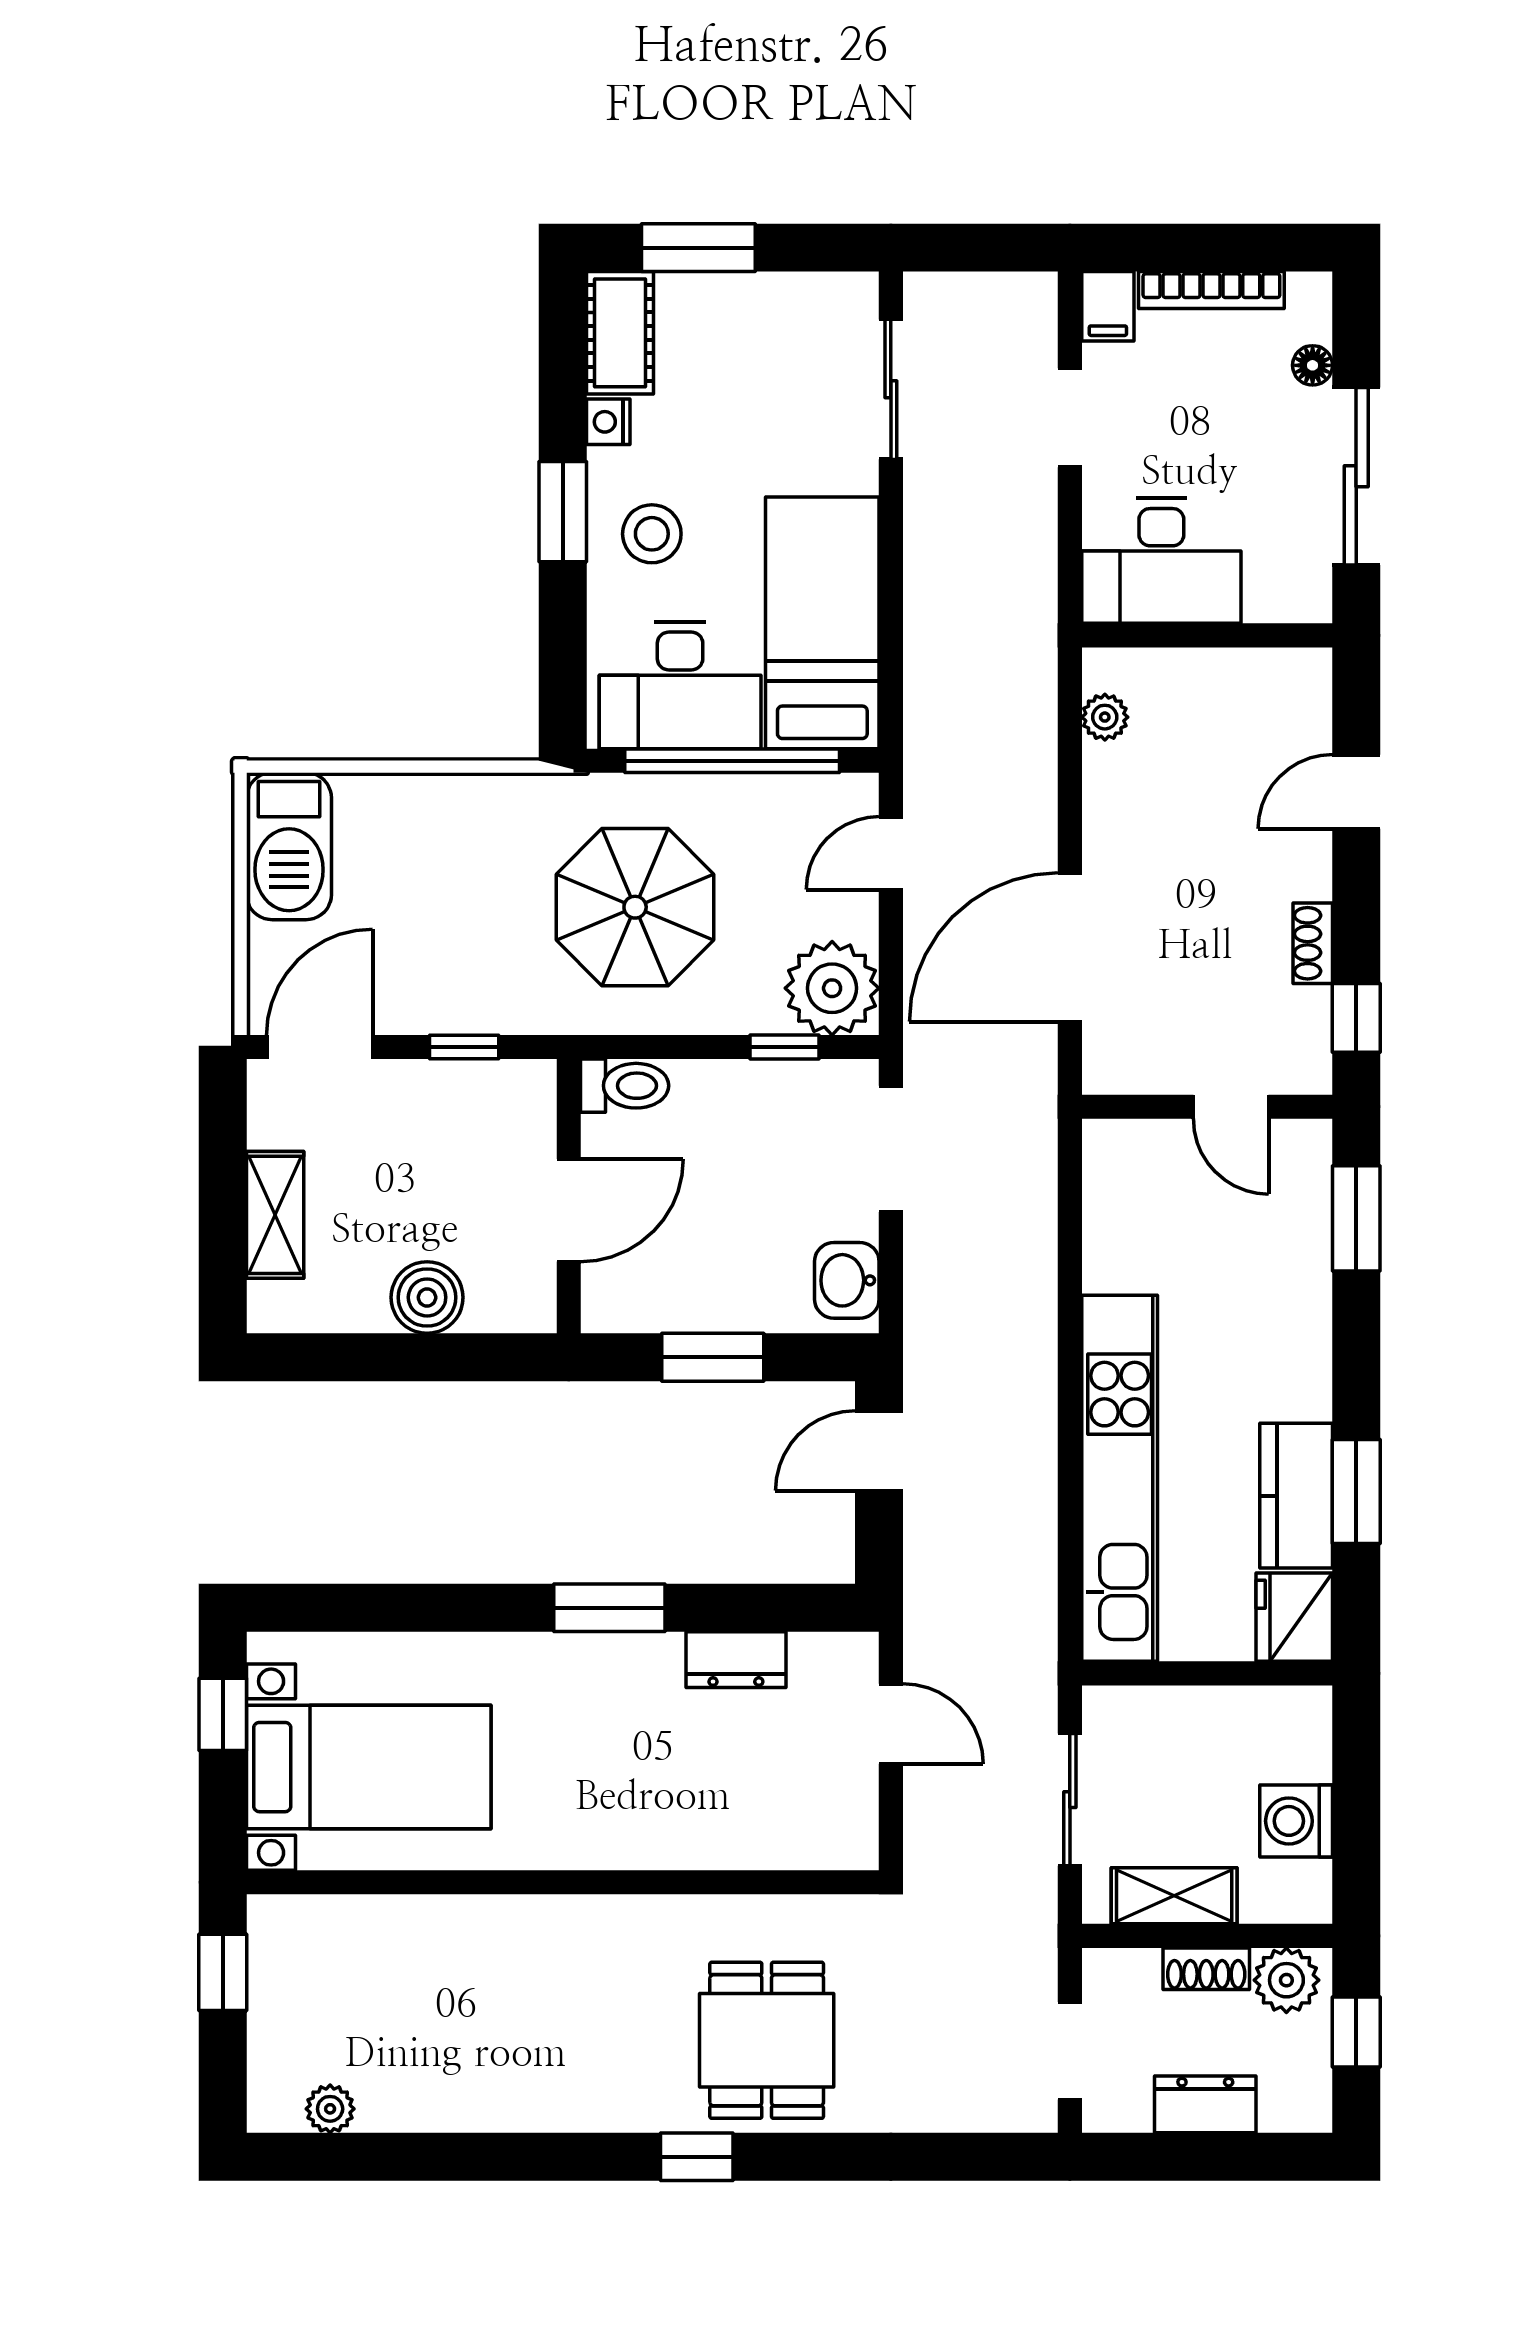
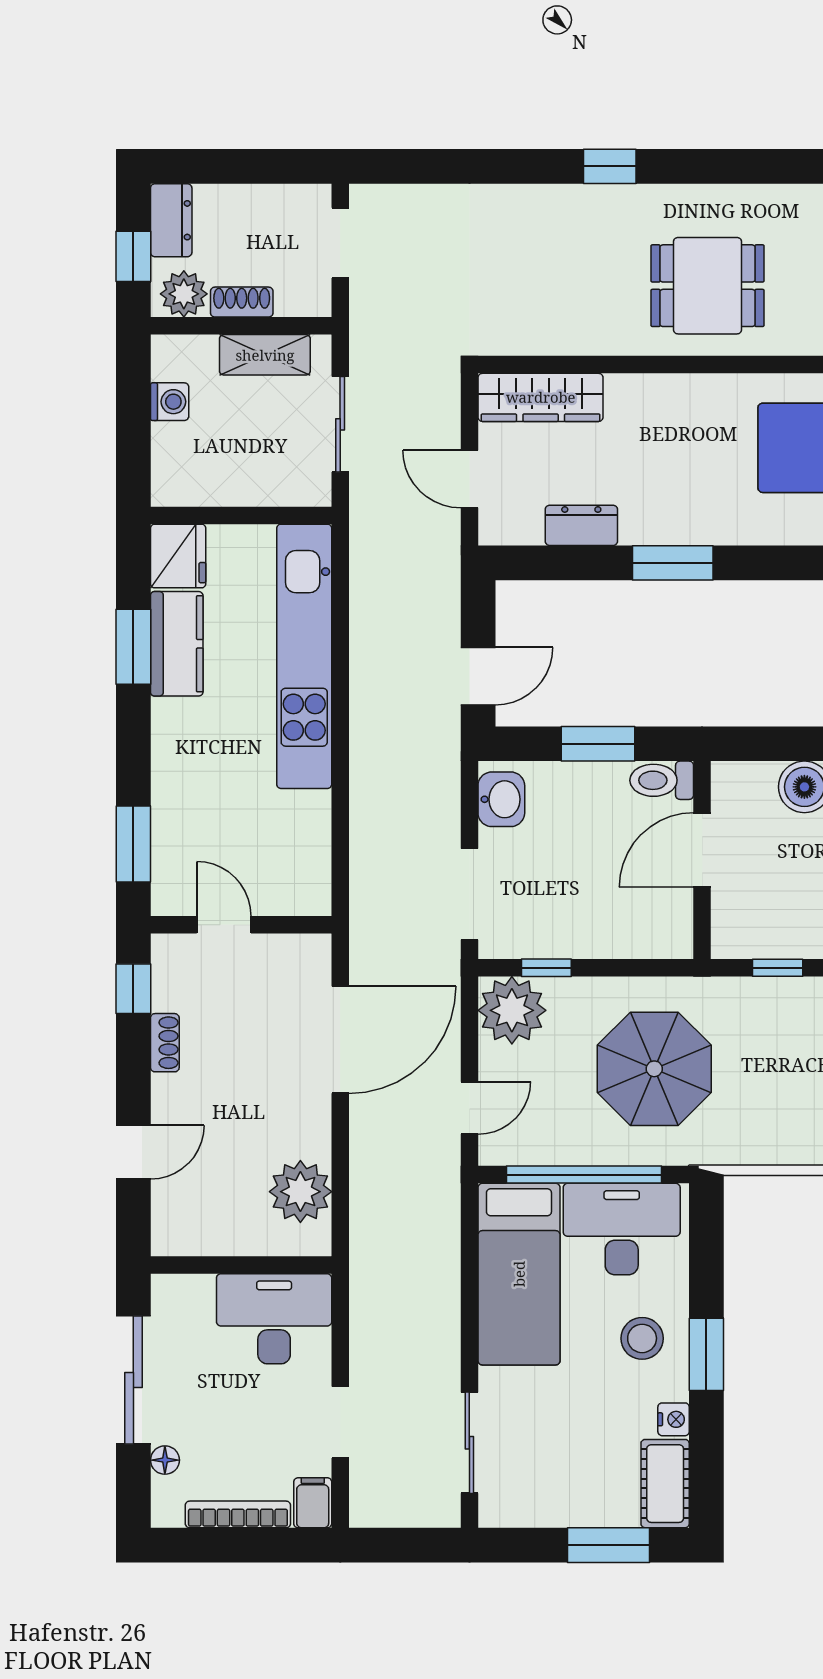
plant: (1105, 717) -> (300, 1192), width x1.88, depth x1.88
toilet: (625, 1086) -> (662, 780), moved
washing machine: (1296, 1821) -> (170, 402), width x0.73, depth x0.73
wardrobe: (792, 1837) -> (541, 397), added
dining table: (767, 2040) -> (708, 286), moved, turned 90
dresser: (1205, 2104) -> (171, 220), moved, turned -90

